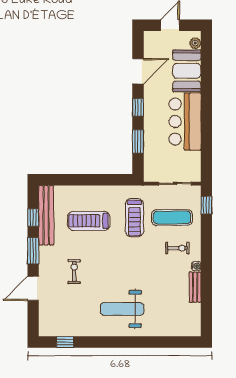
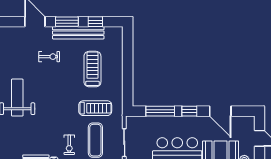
window: (138, 141) -> (160, 111), width x1.44
bench: (46, 215) -> (78, 33), moved
treadmill: (135, 218) -> (95, 108), turned 180

